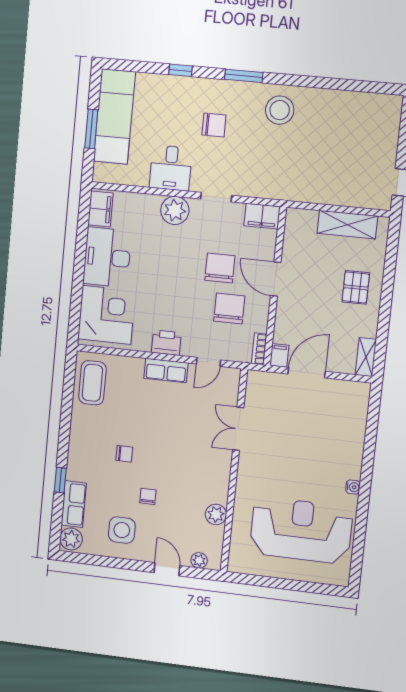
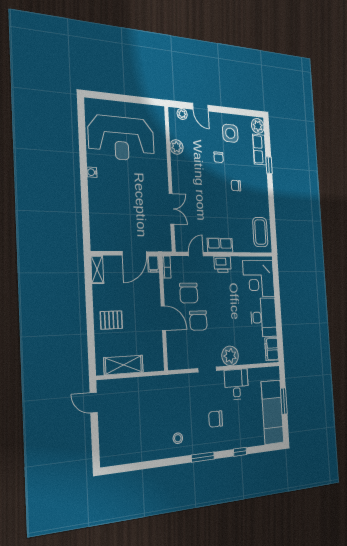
stool: (280, 110) -> (178, 438), width x0.53, depth x0.53
filing cabinet: (262, 216) -> (178, 361), removed
pallet: (356, 287) -> (111, 320), turned 90

